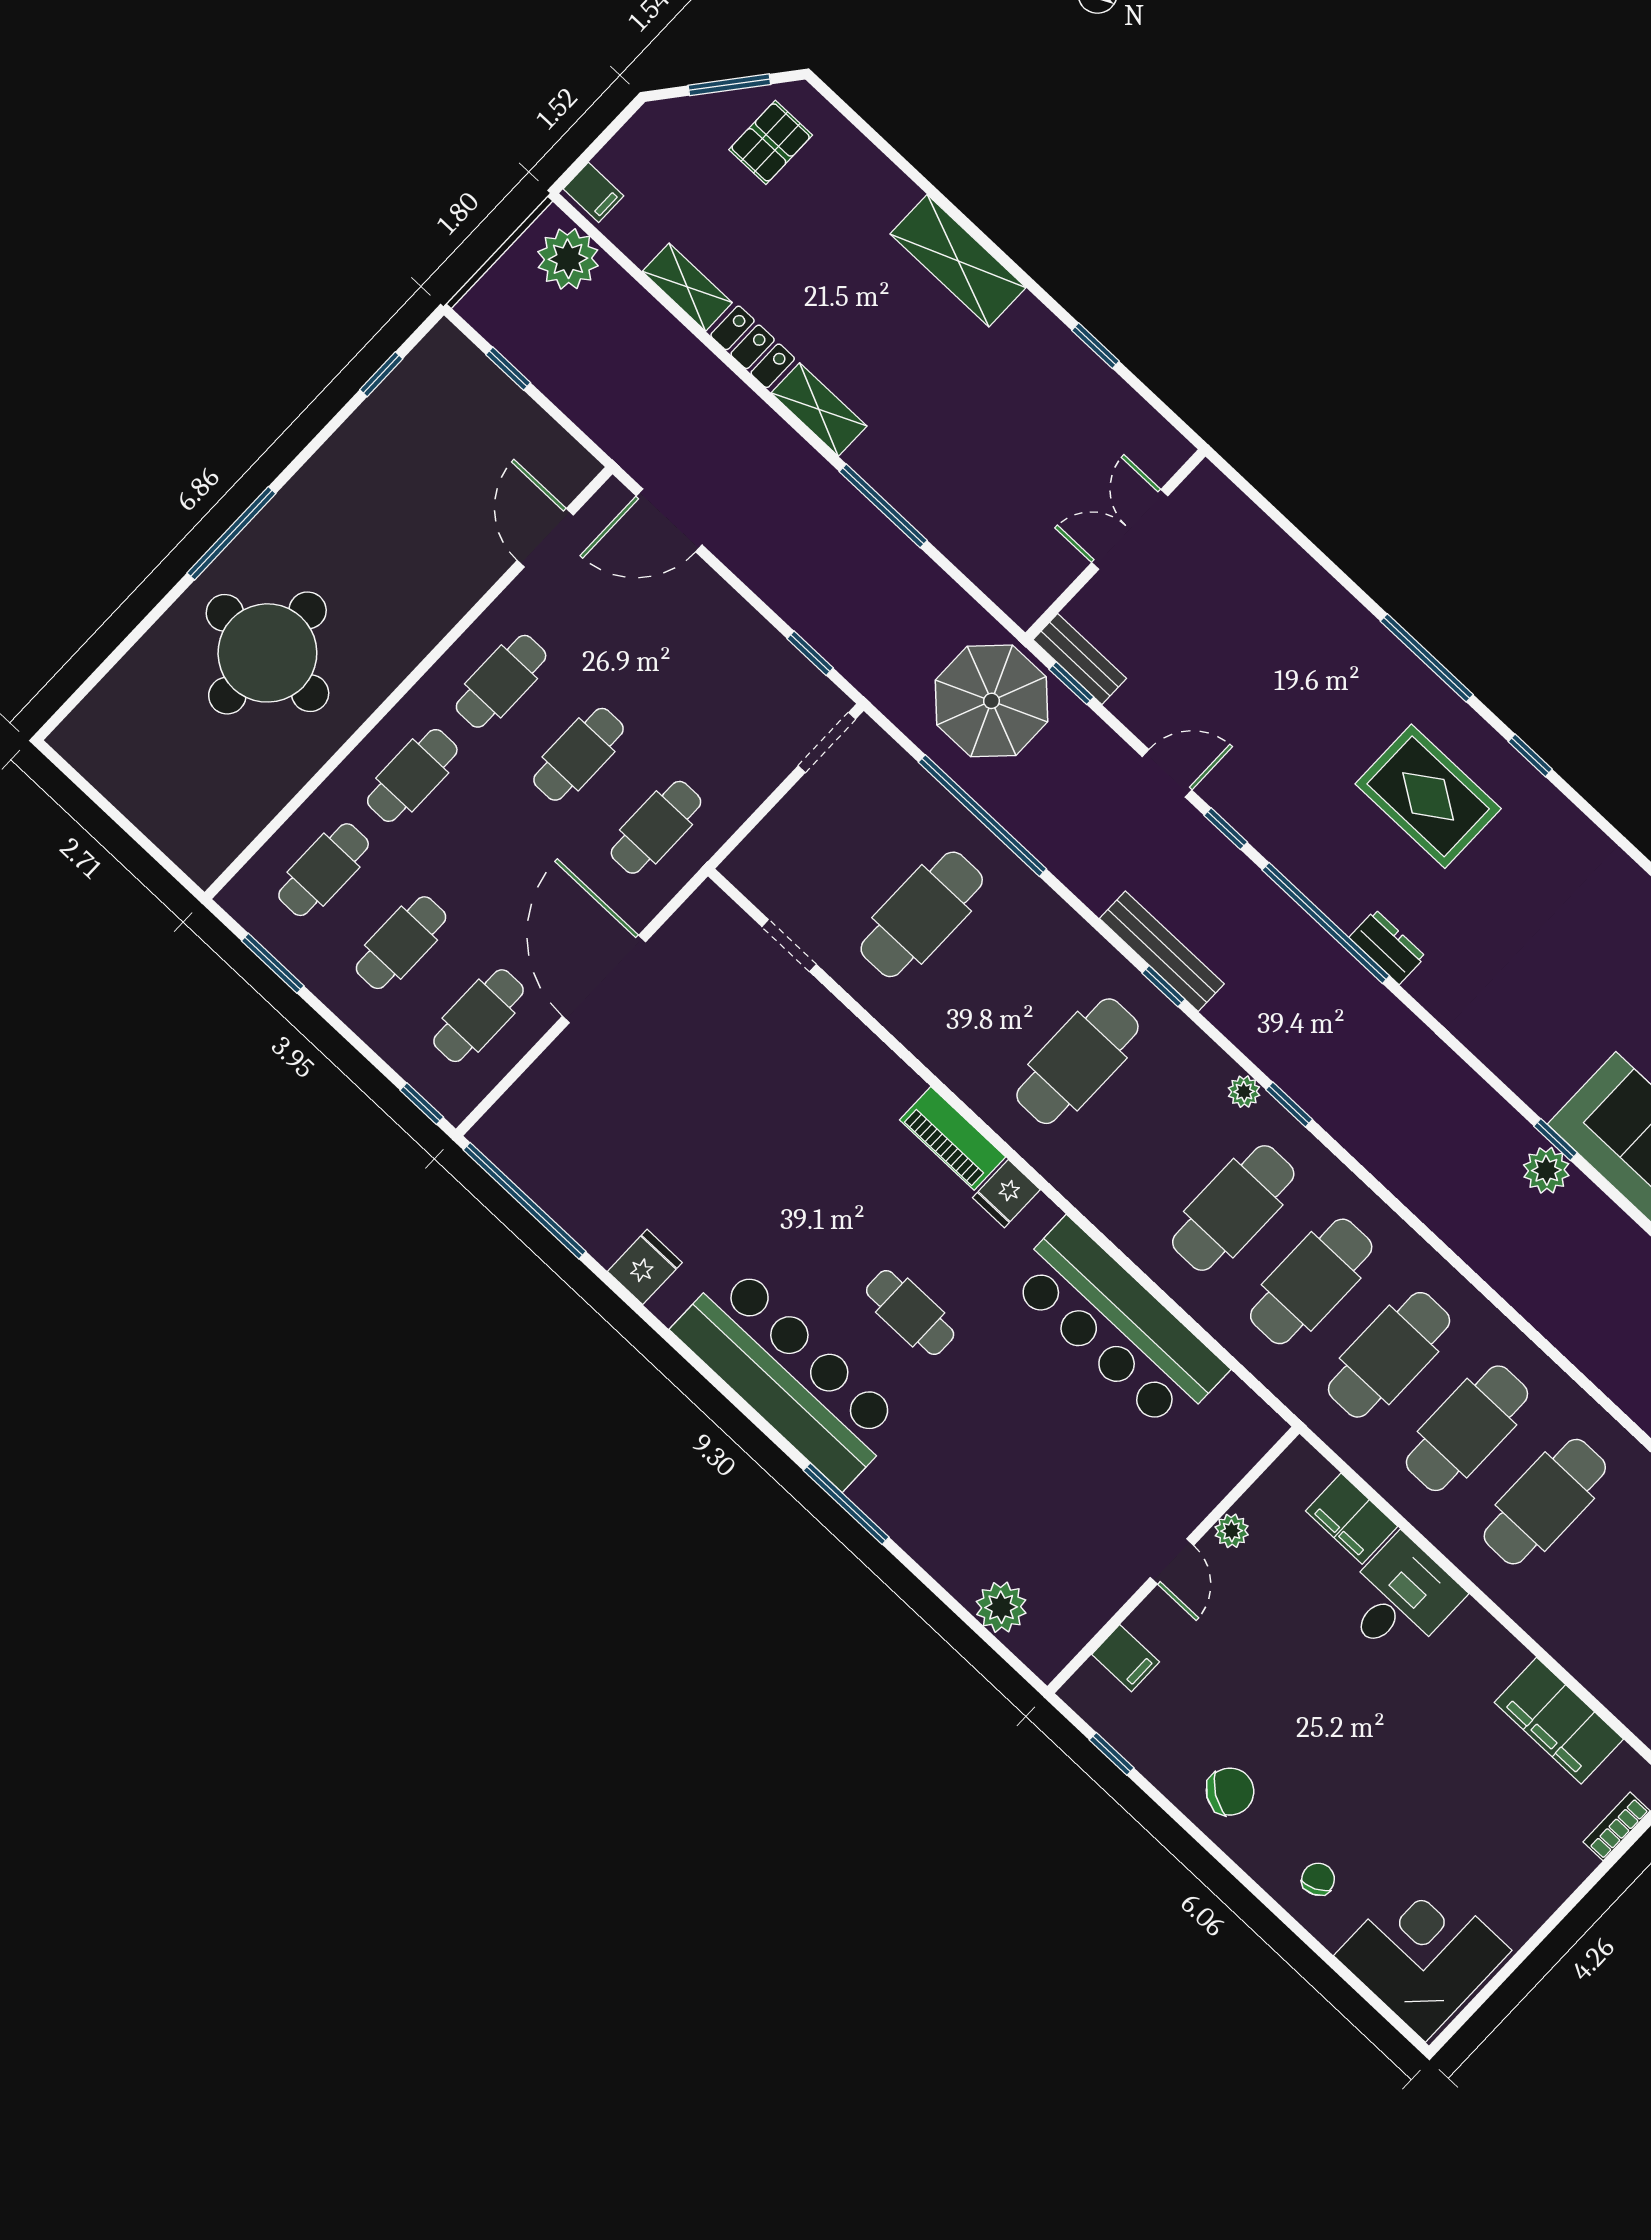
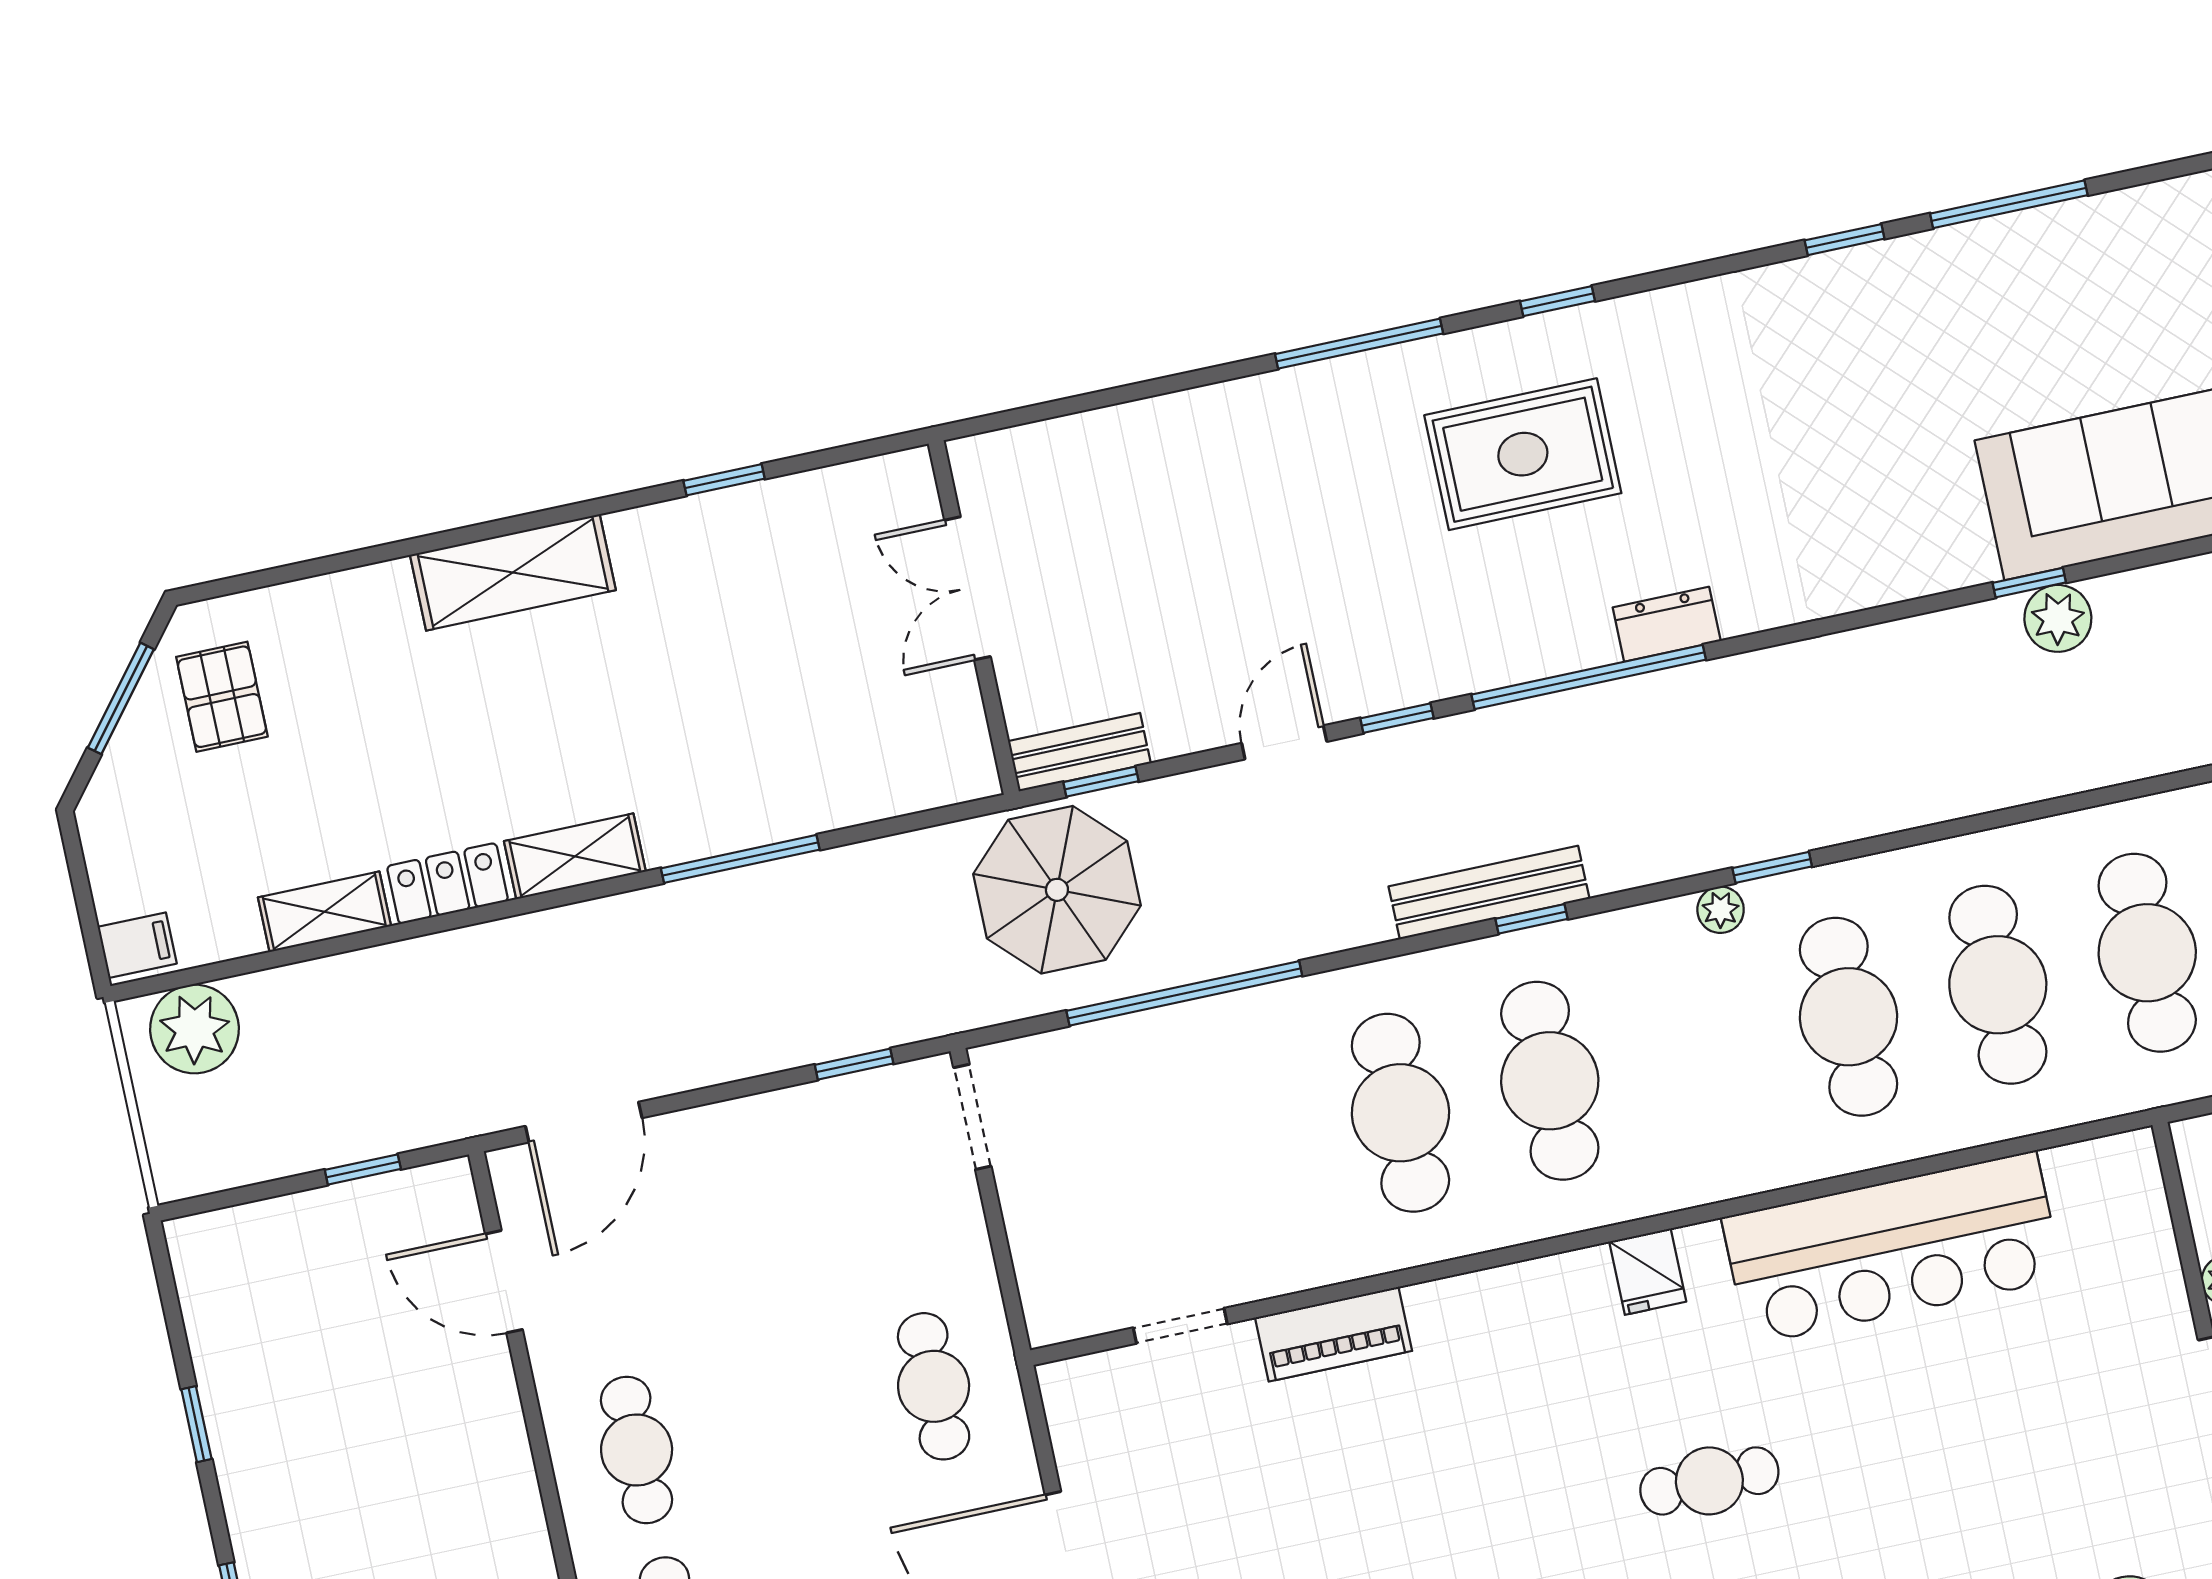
window: (508, 369) -> (363, 1169), moved
window: (381, 374) -> (196, 1424), moved
cafe table: (579, 754) -> (785, 1418), removed
cafe table: (922, 914) -> (1400, 1113), moved
piano: (953, 1138) -> (1334, 1334), moved

